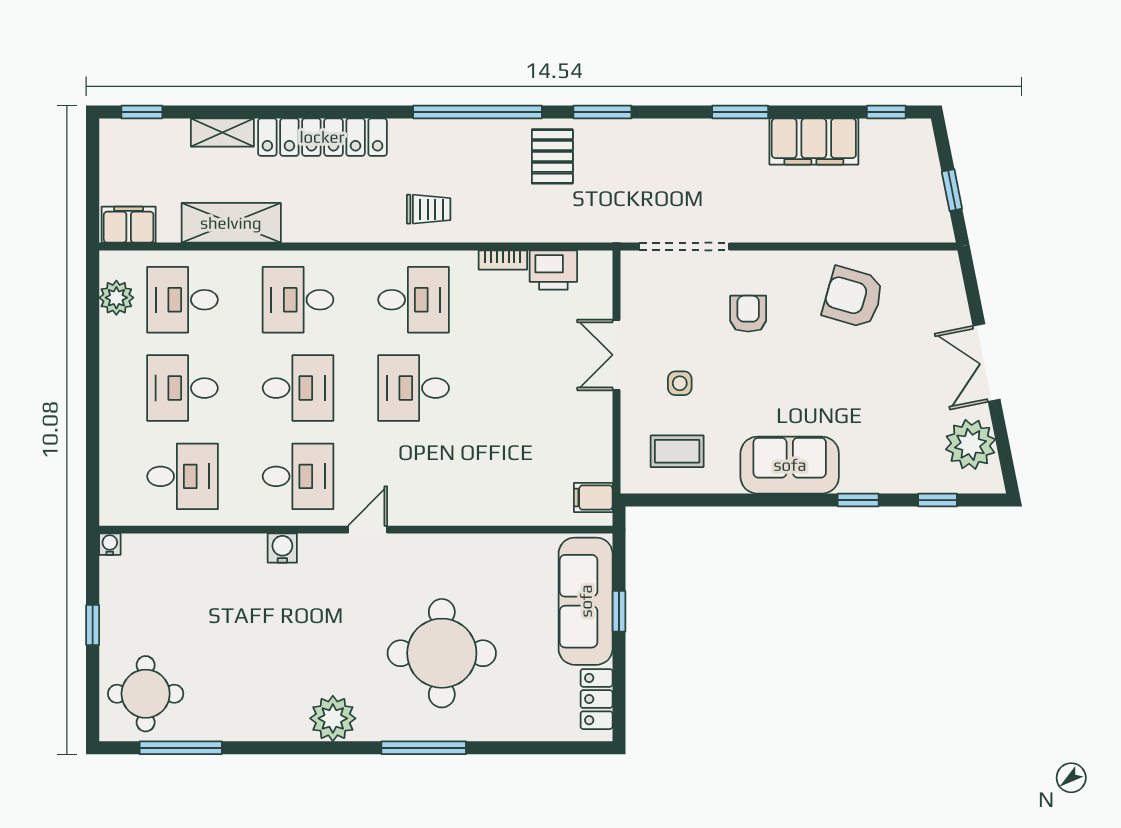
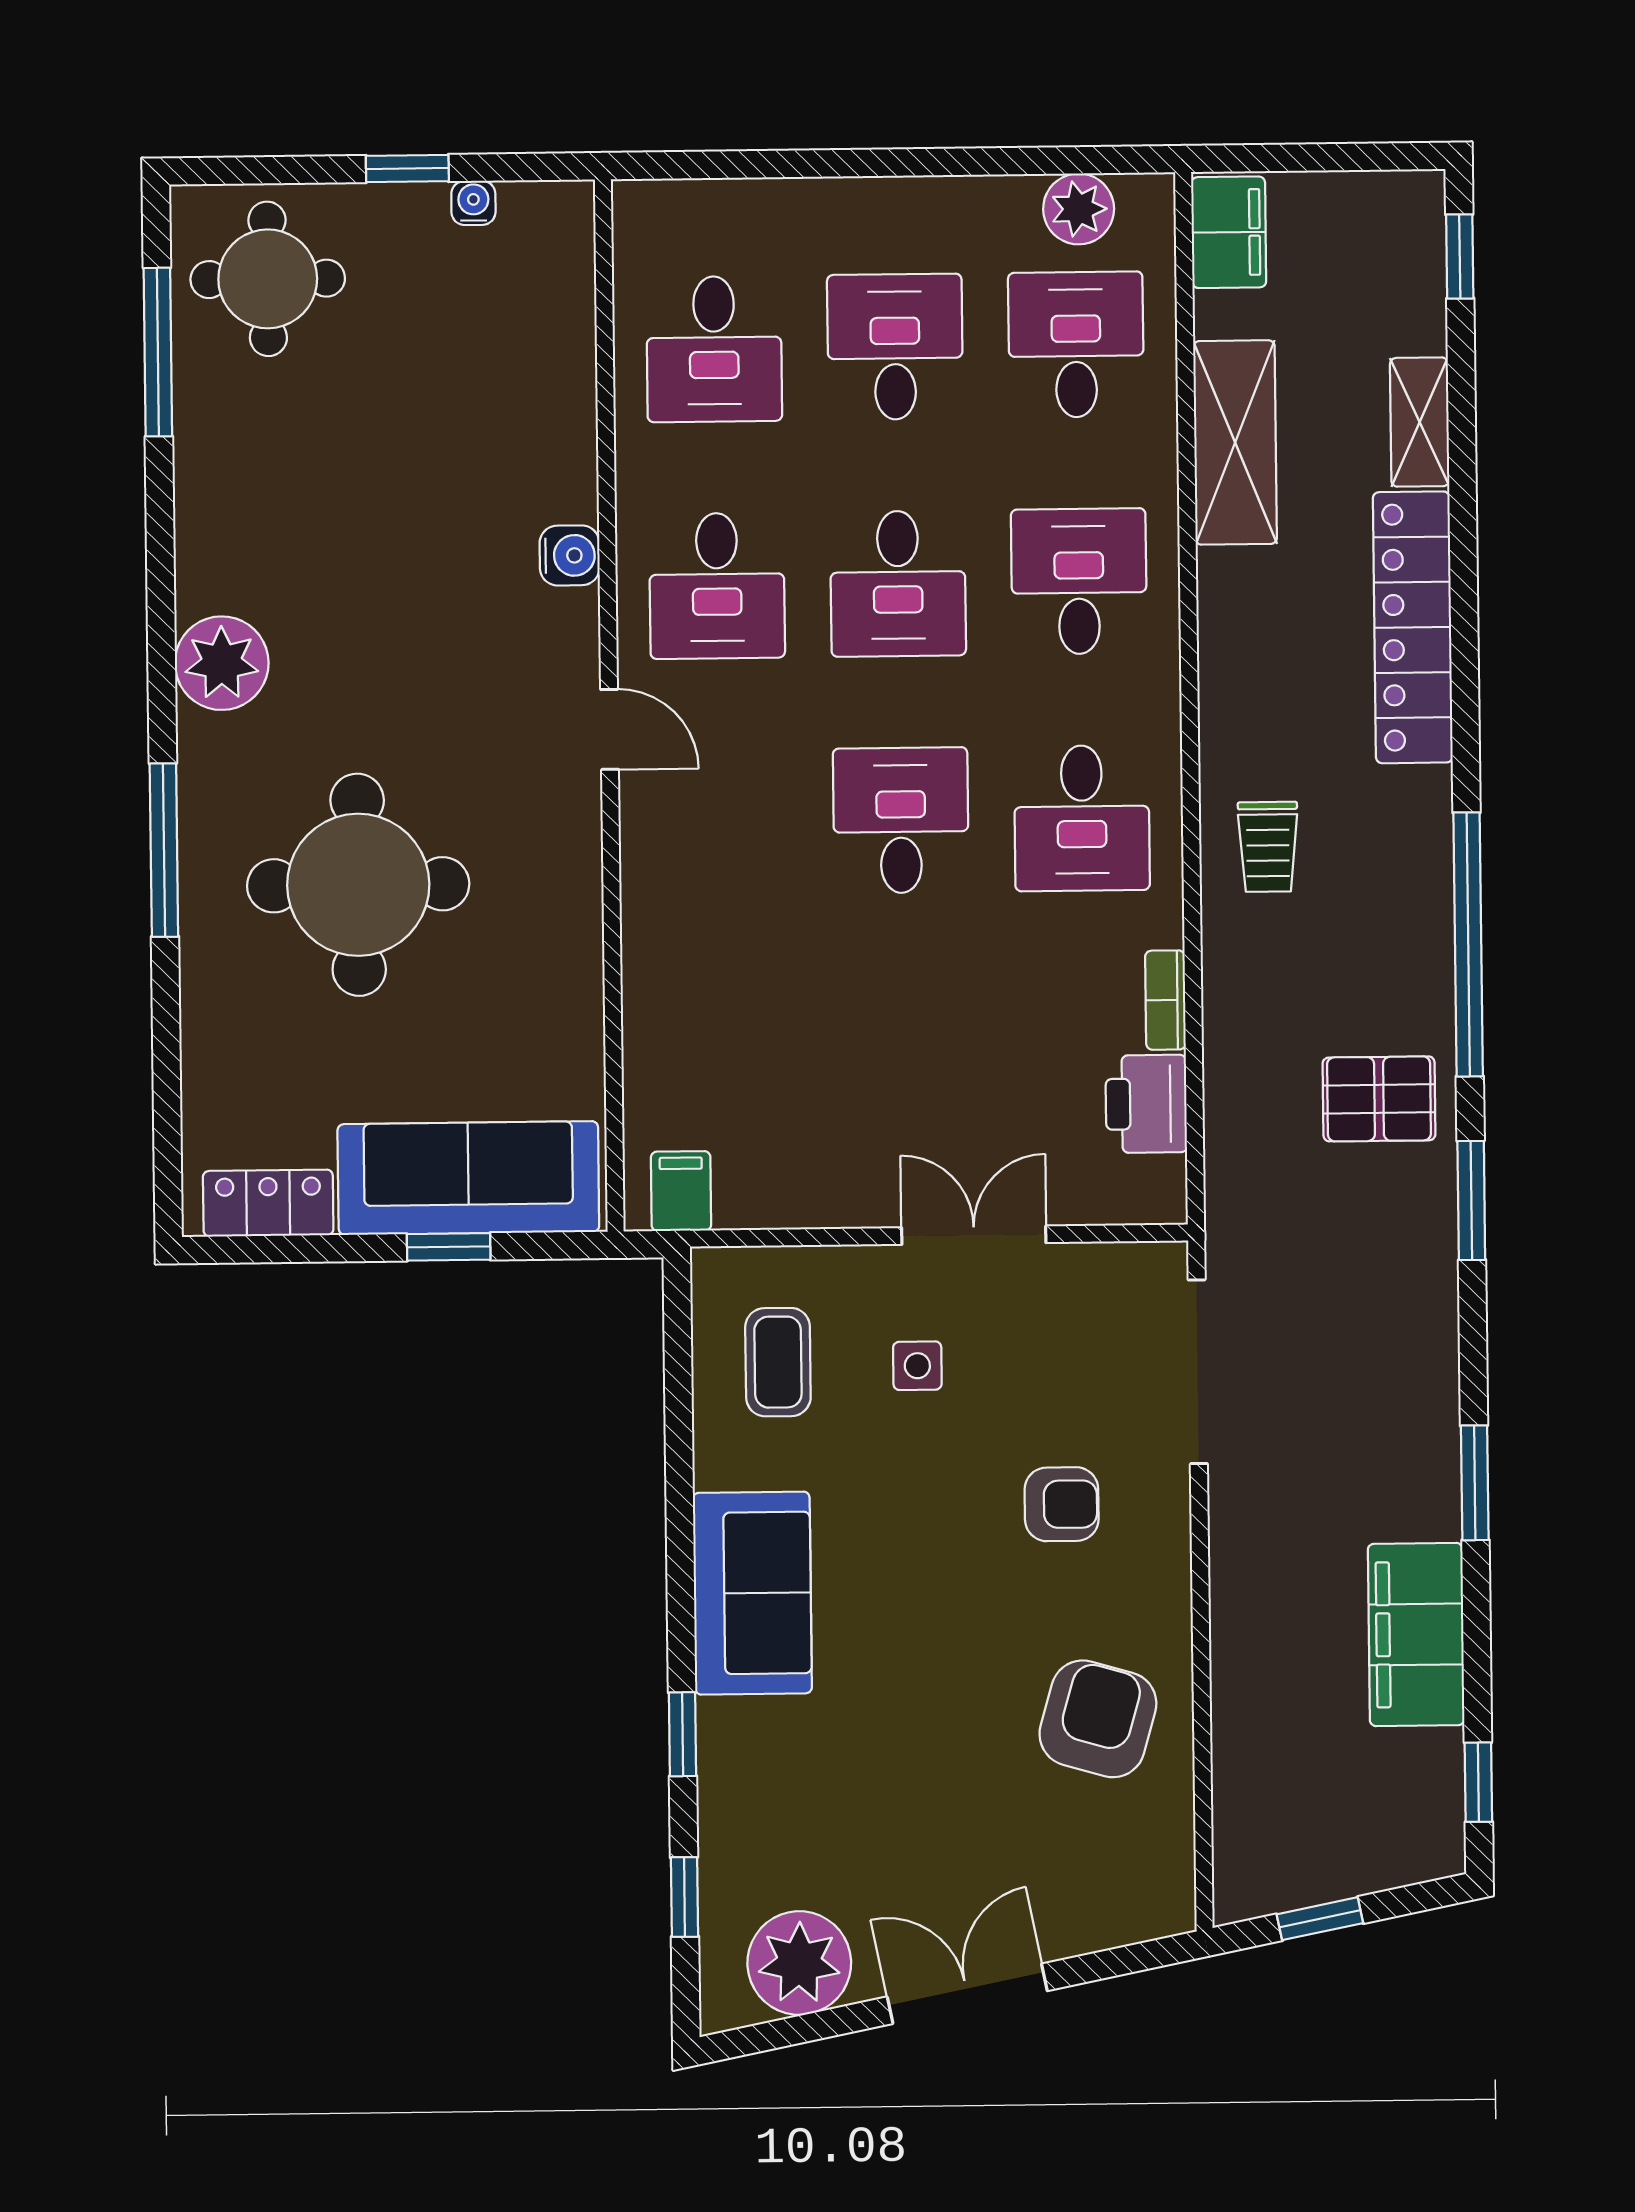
water cooler: (110, 544) -> (473, 203), moved, turned -90

